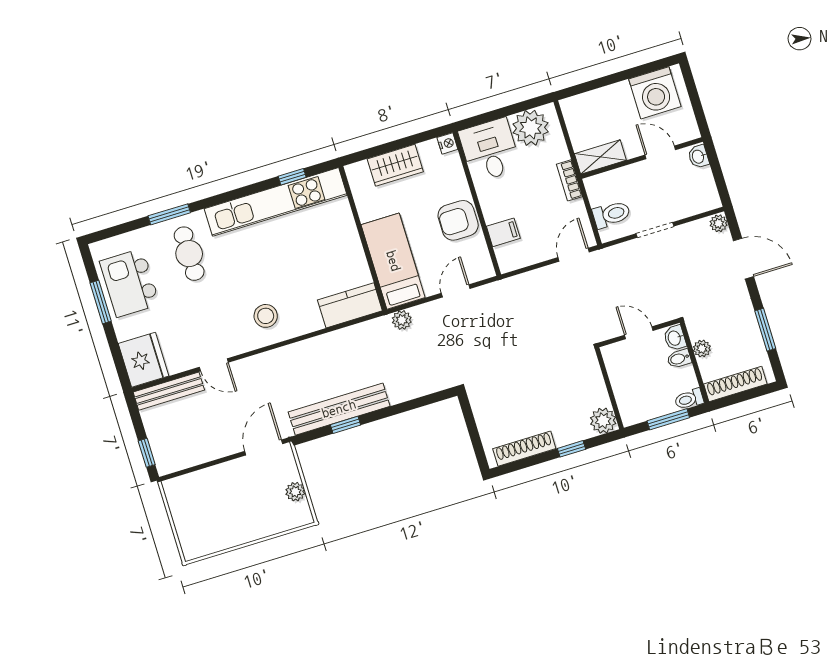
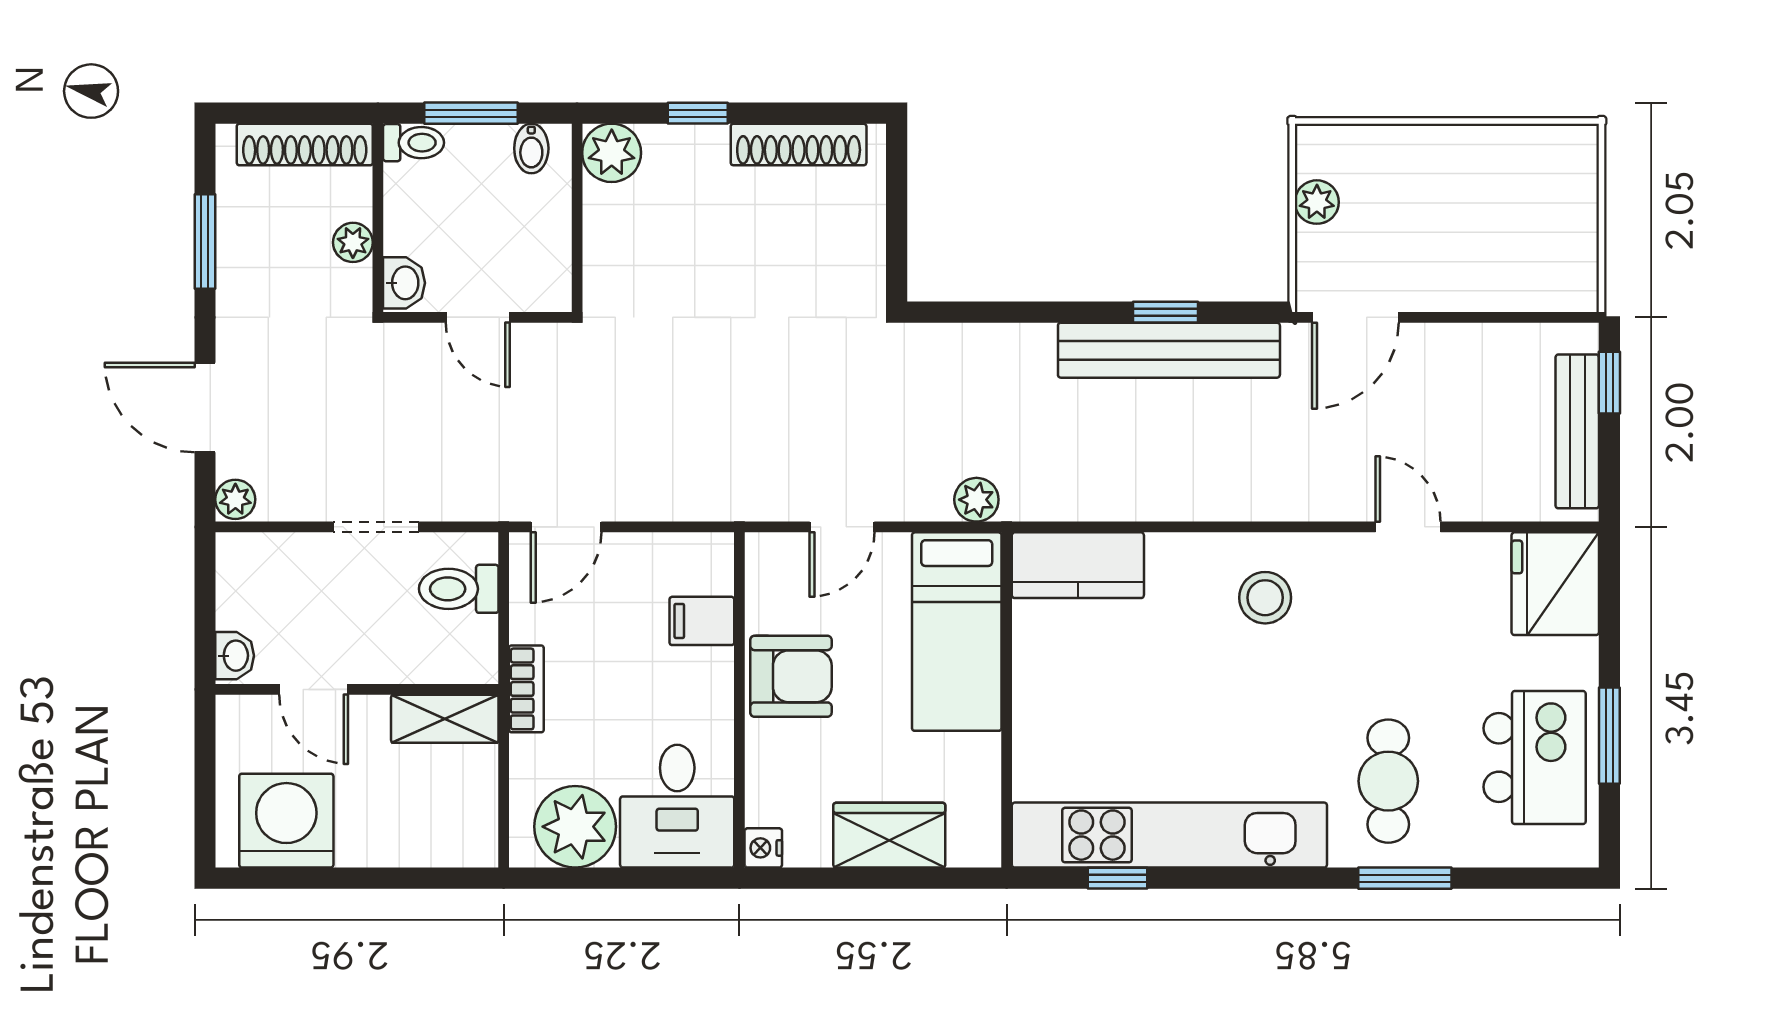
bidet: (679, 359) -> (531, 148), moved, turned 90
bench: (169, 391) -> (1577, 431), moved, turned 90

